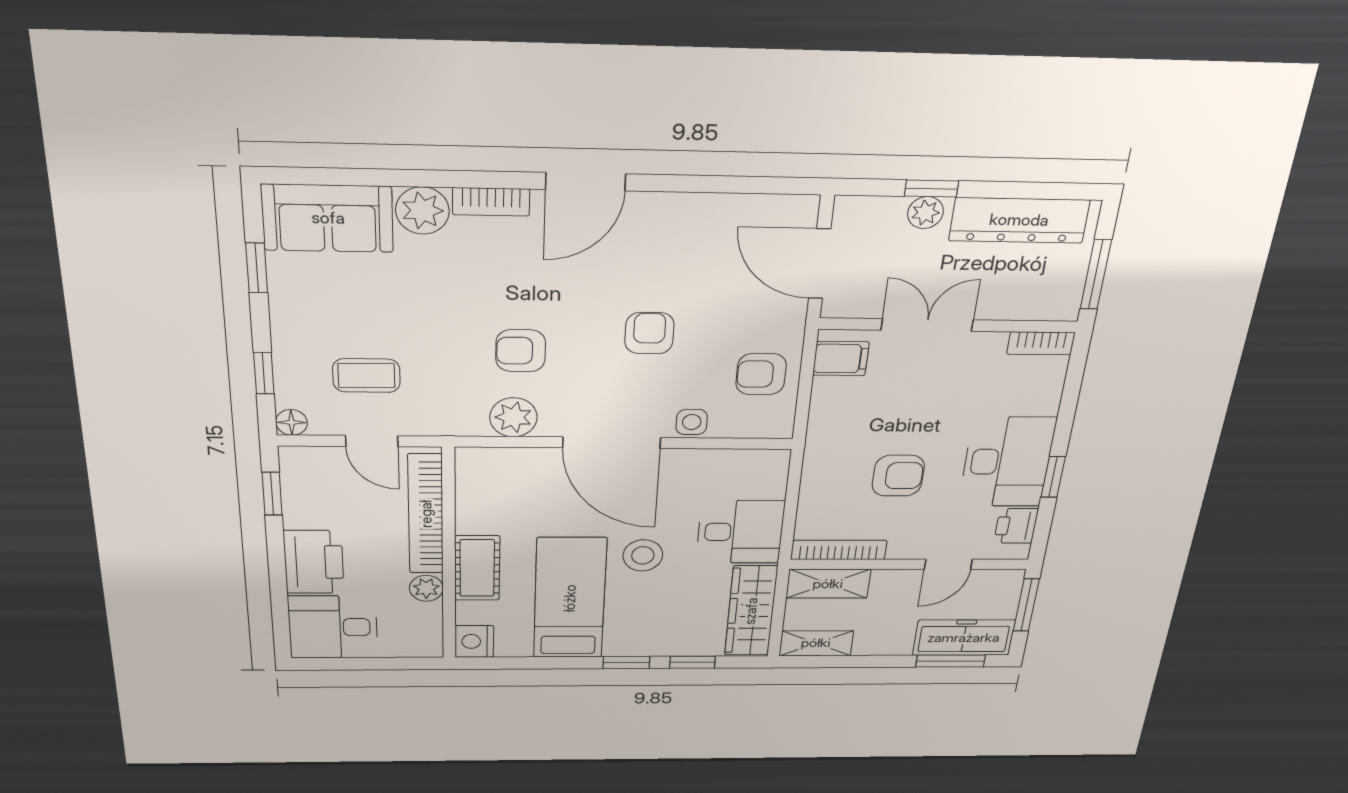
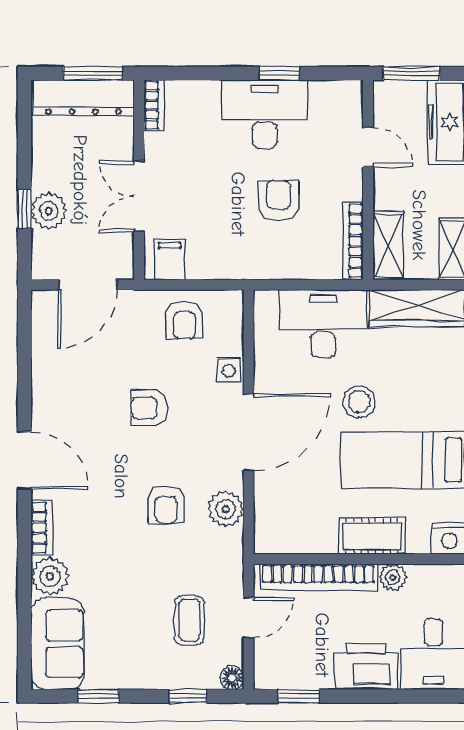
plant: (925, 213) -> (49, 211), width x1.38, depth x1.38
dresser: (1019, 220) -> (84, 98), moved, turned 90
printer: (1016, 526) -> (328, 96), removed
desk: (740, 532) -> (323, 324), width x1.37

